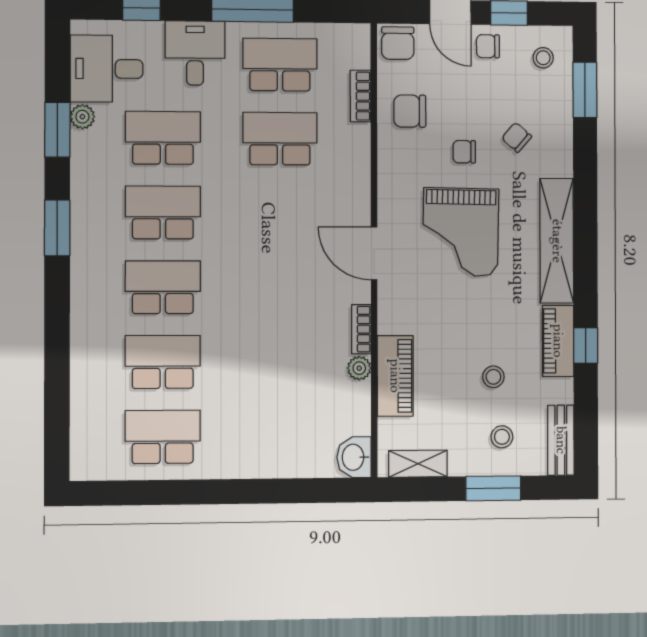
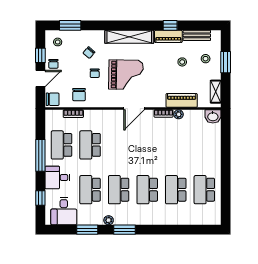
plant: (82, 117) -> (109, 220), moved
bench: (561, 440) -> (197, 35), moved

